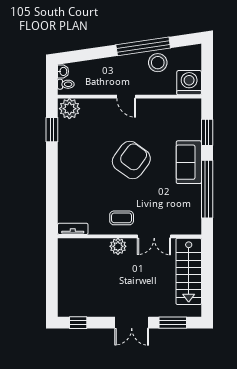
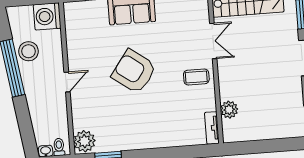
coffee table: (122, 218) -> (196, 77), turned 90
plant: (118, 246) -> (229, 110), moved

